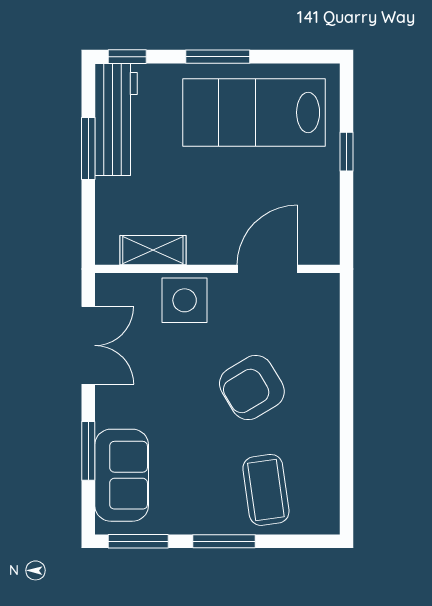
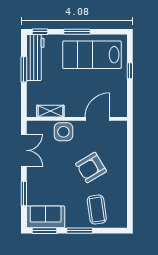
sofa: (122, 475) -> (46, 217), moved, turned -90

